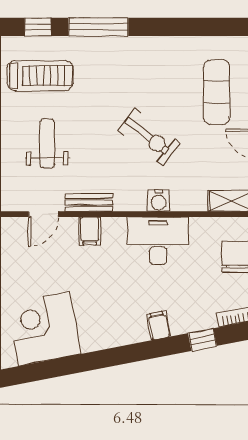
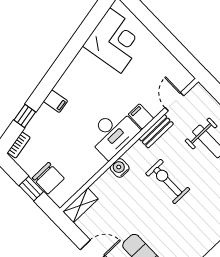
exercise bike: (149, 137) -> (168, 181), moved, turned 52
desk: (158, 241) -> (113, 133), moved

